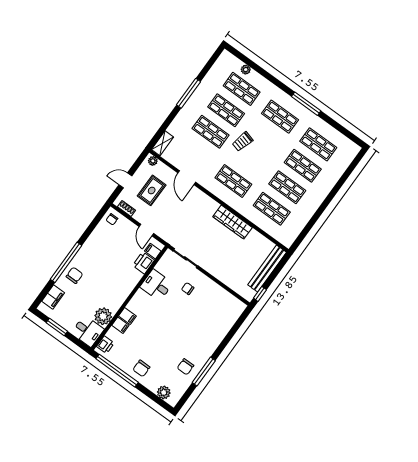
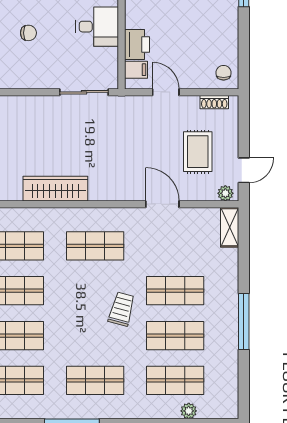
door: (125, 180) -> (244, 170), moved
chair: (188, 289) -> (28, 33), moved

